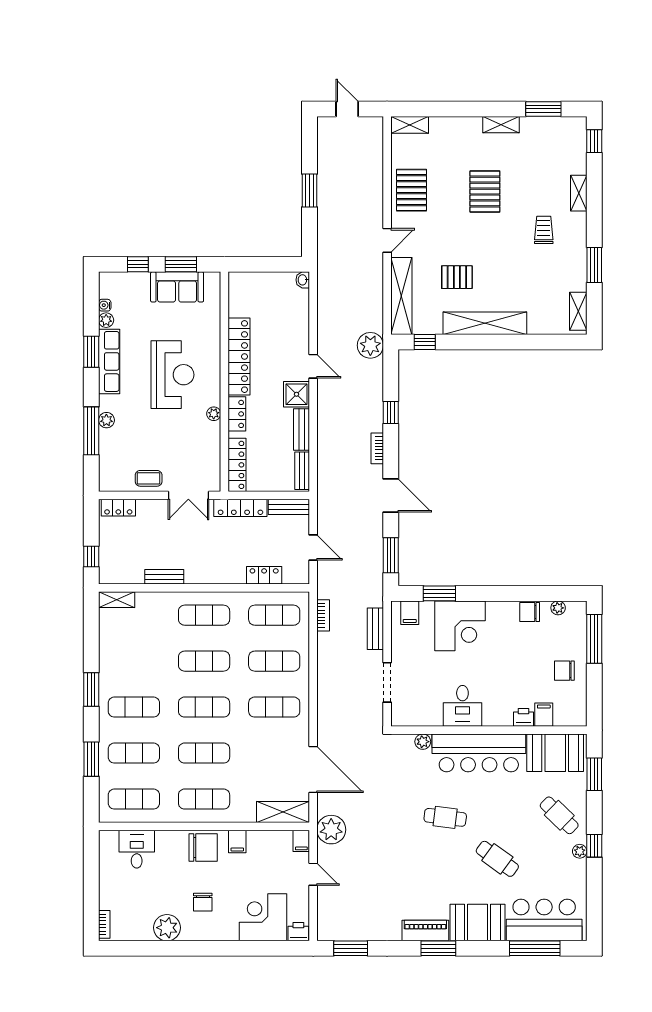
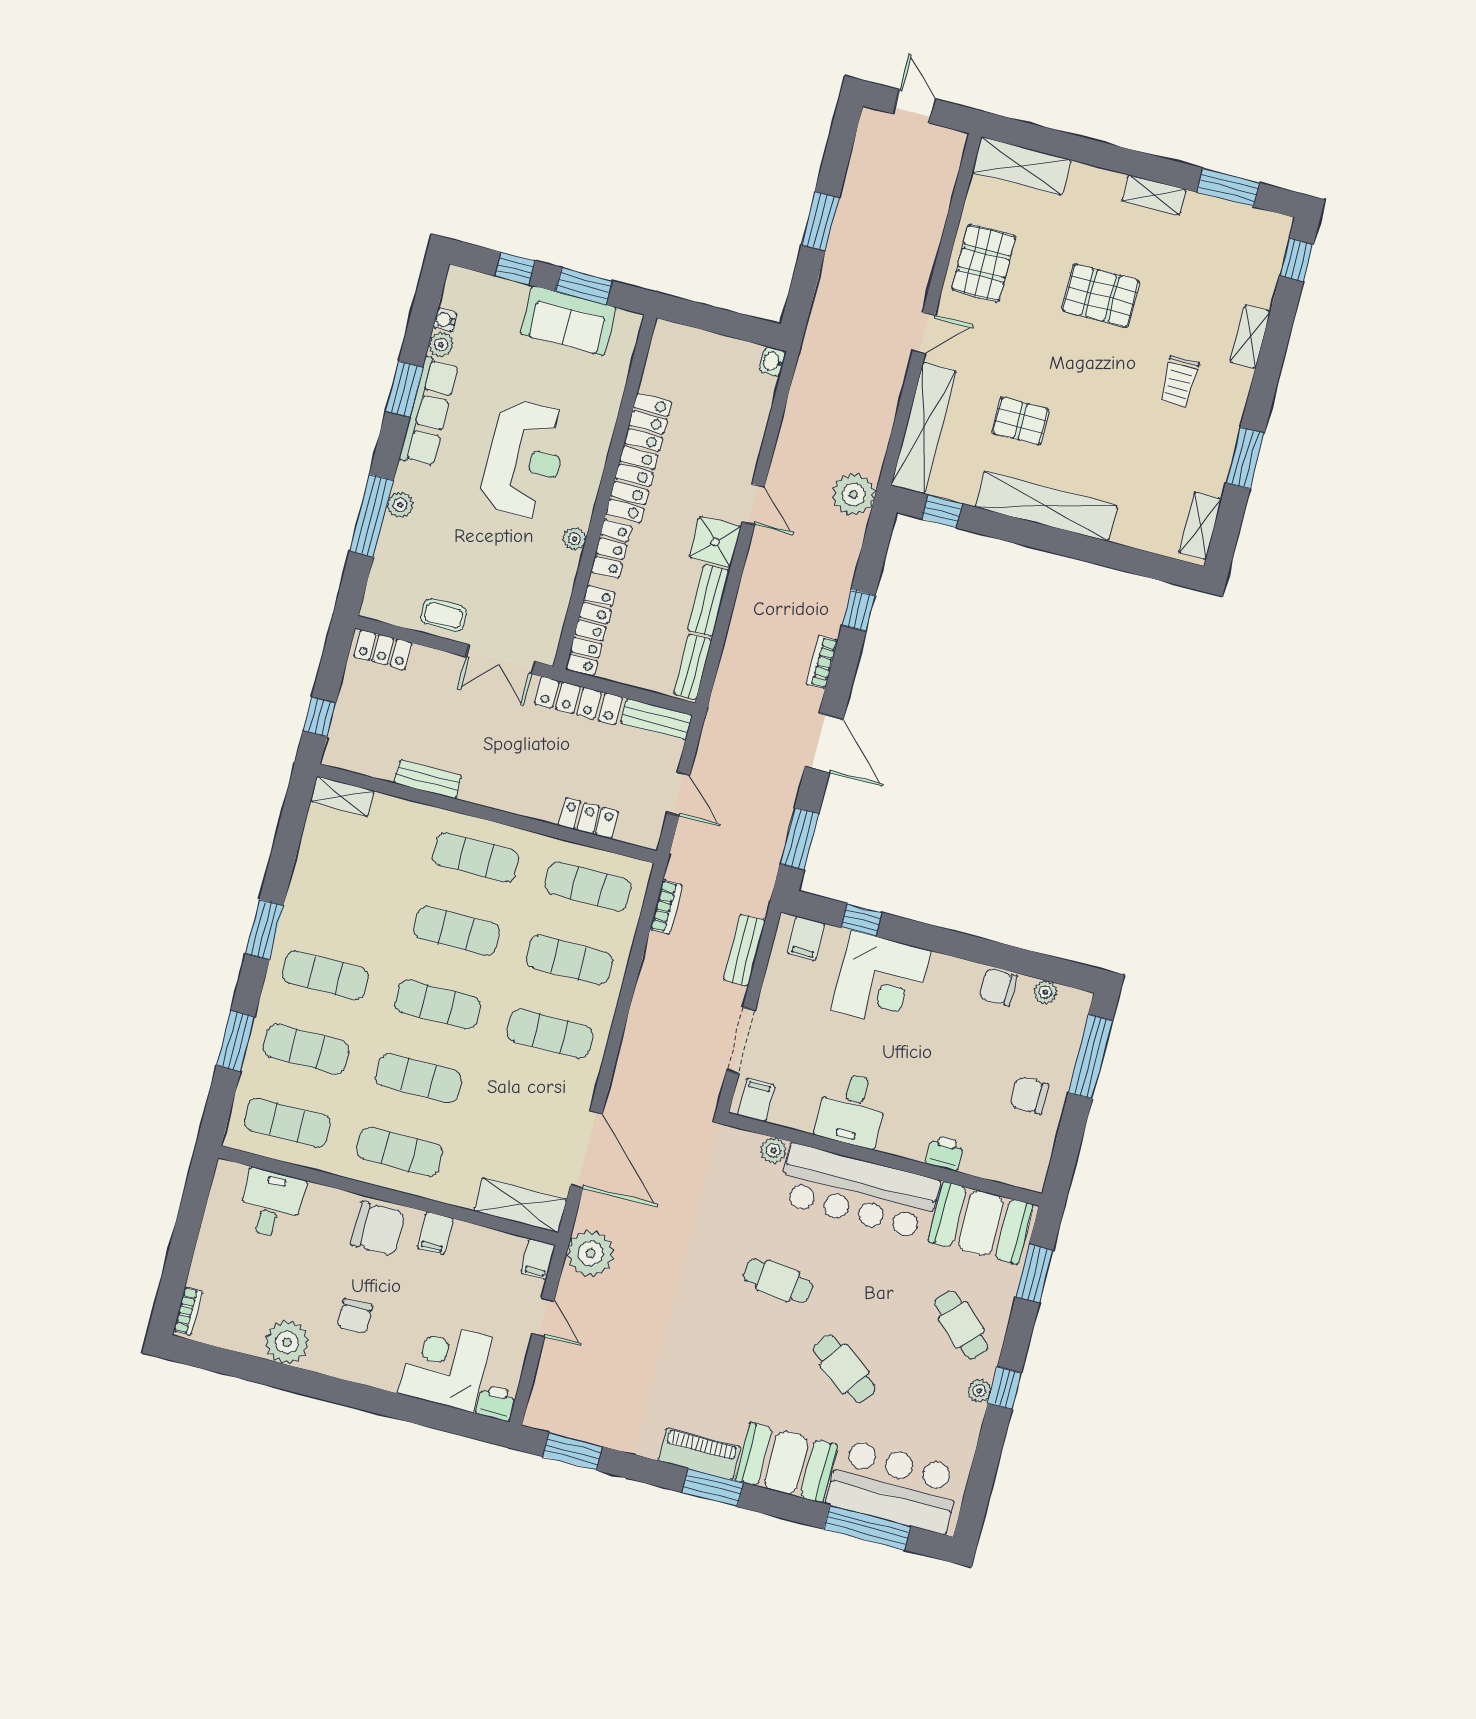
shelving: (410, 125) -> (1022, 166), width x1.50, depth x1.33
pallet: (485, 192) -> (1101, 295), turned 90
trolley: (544, 230) -> (1179, 381), turned 180
window: (439, 593) -> (861, 920), width x0.67
filing cabinet: (544, 715) -> (756, 1100), moved

